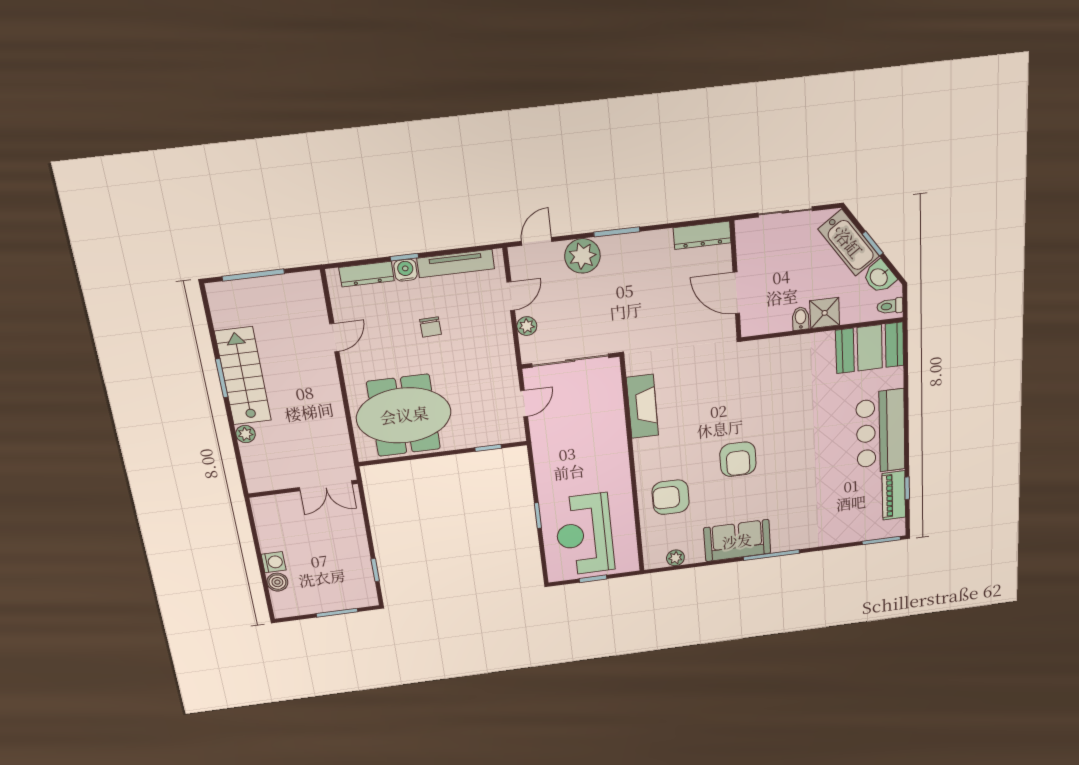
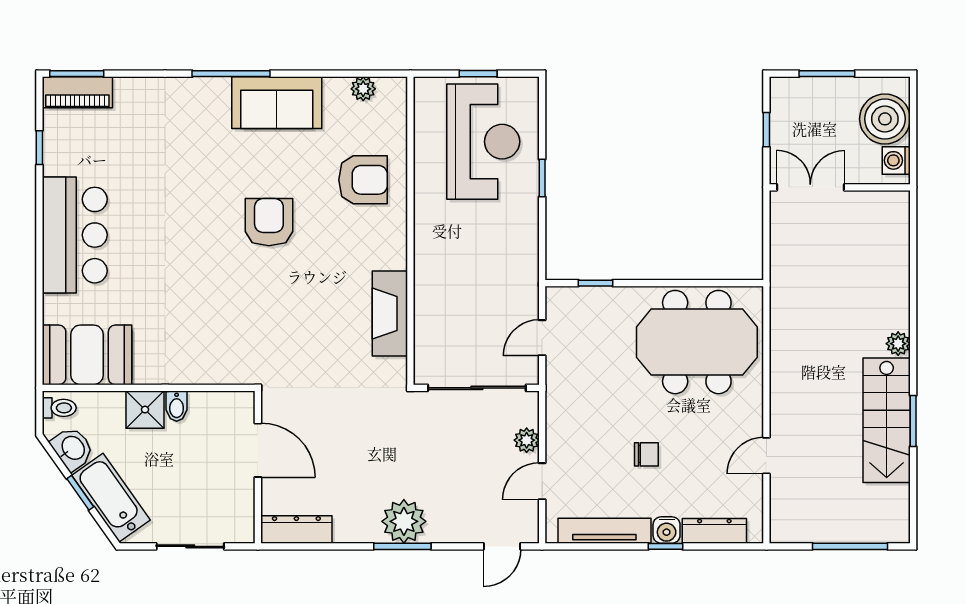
plant: (582, 256) -> (404, 521), moved
chair: (431, 327) -> (646, 454), turned 92
double door: (326, 486) -> (810, 187), moved
wall: (303, 489) -> (840, 187), moved
piano: (894, 495) -> (77, 92), moved, turned 90
boiler: (277, 582) -> (885, 119), width x1.86, depth x1.86

